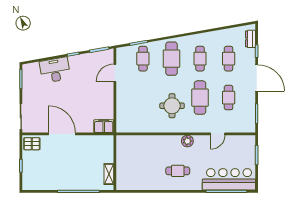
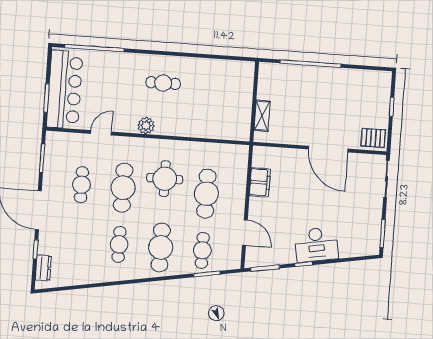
cafe table: (229, 59) -> (206, 194), moved, width x1.37, depth x1.35
desk: (55, 70) -> (316, 245), moved
door: (115, 73) -> (245, 233), hinge flipped
filing cabinet: (104, 126) -> (260, 182), moved, turned -90
shelving: (109, 174) -> (262, 116), moved
bar counter: (229, 179) -> (65, 89), moved, turned -90

